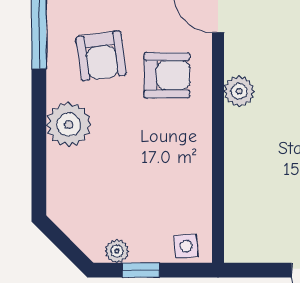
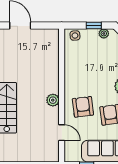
armchair: (167, 75) -> (83, 107), turned 83

